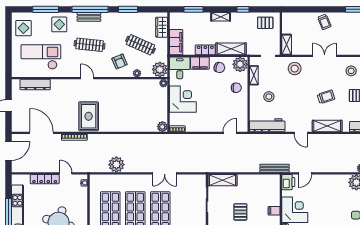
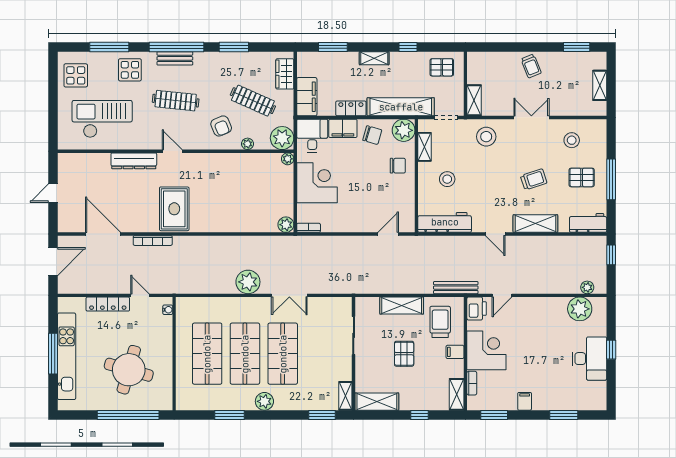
shelving: (231, 49) -> (401, 107), width x1.47
dresser: (35, 85) -> (134, 161), moved
plant: (116, 165) -> (248, 282), moved
shelving: (222, 180) -> (402, 306), moved
trolley: (264, 191) -> (440, 322), added

